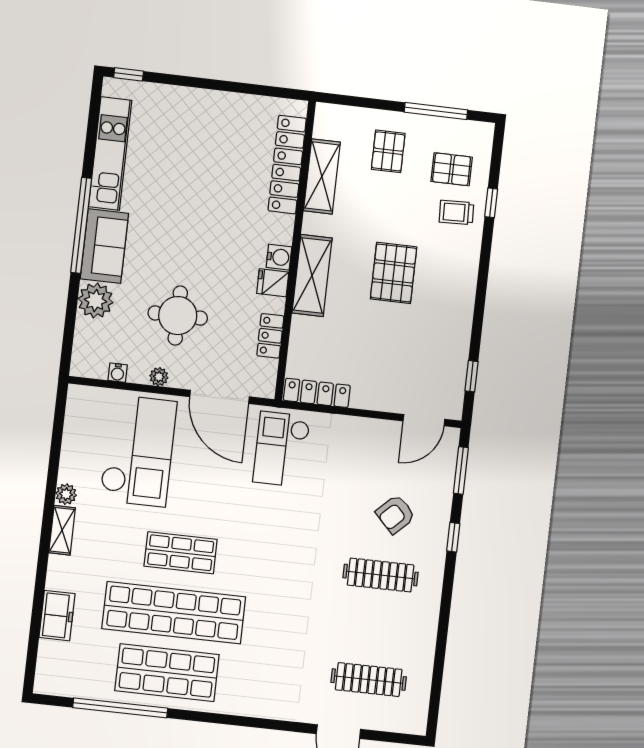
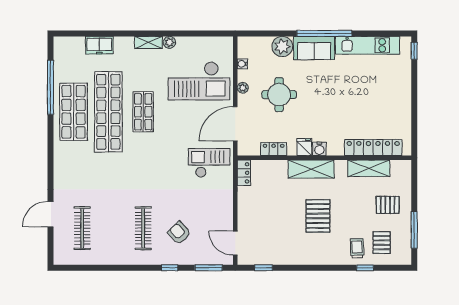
pallet: (394, 273) -> (318, 216), turned 90
locker: (317, 393) -> (244, 173), width x0.66

